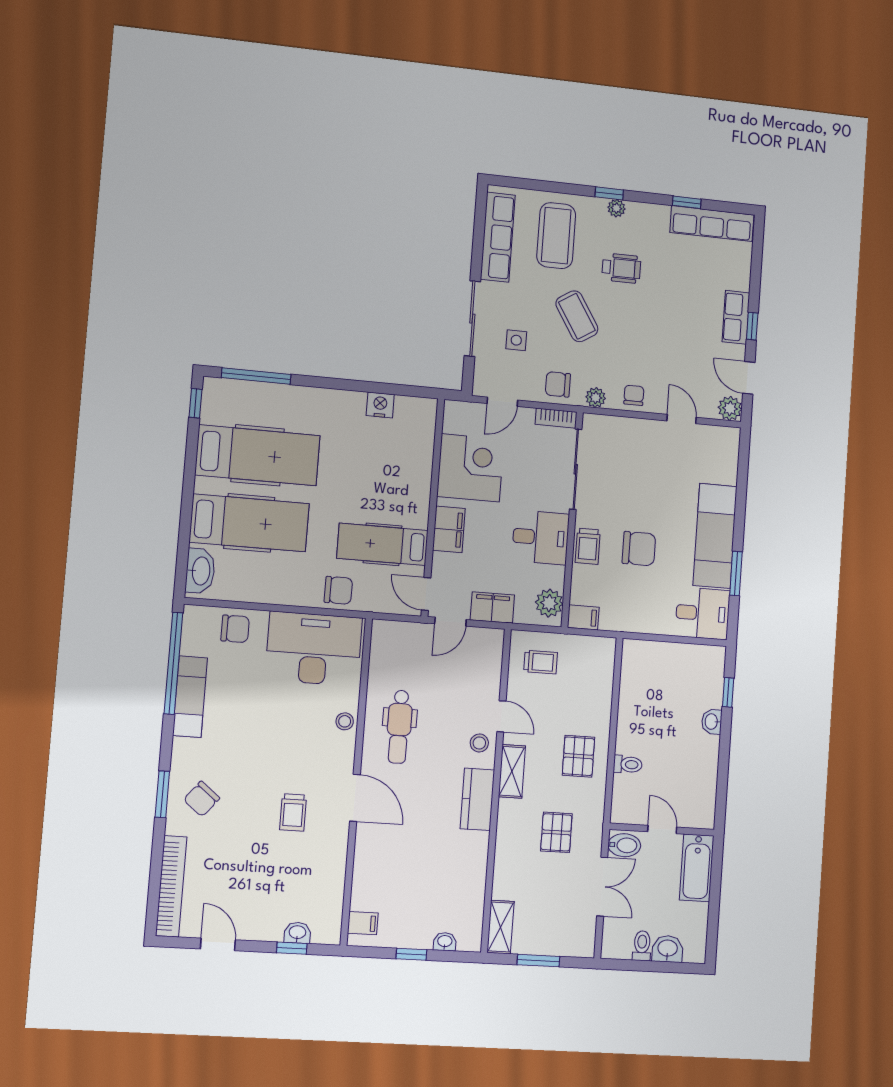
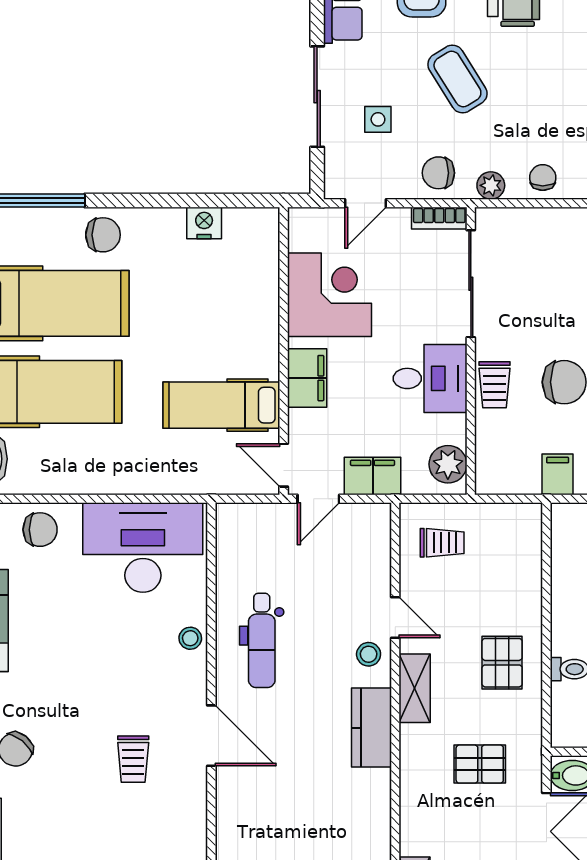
chair: (338, 590) -> (103, 235), moved
filing cabinet: (583, 617) -> (558, 474), moved, turned -90
pallet: (556, 832) -> (480, 764), turned 90

